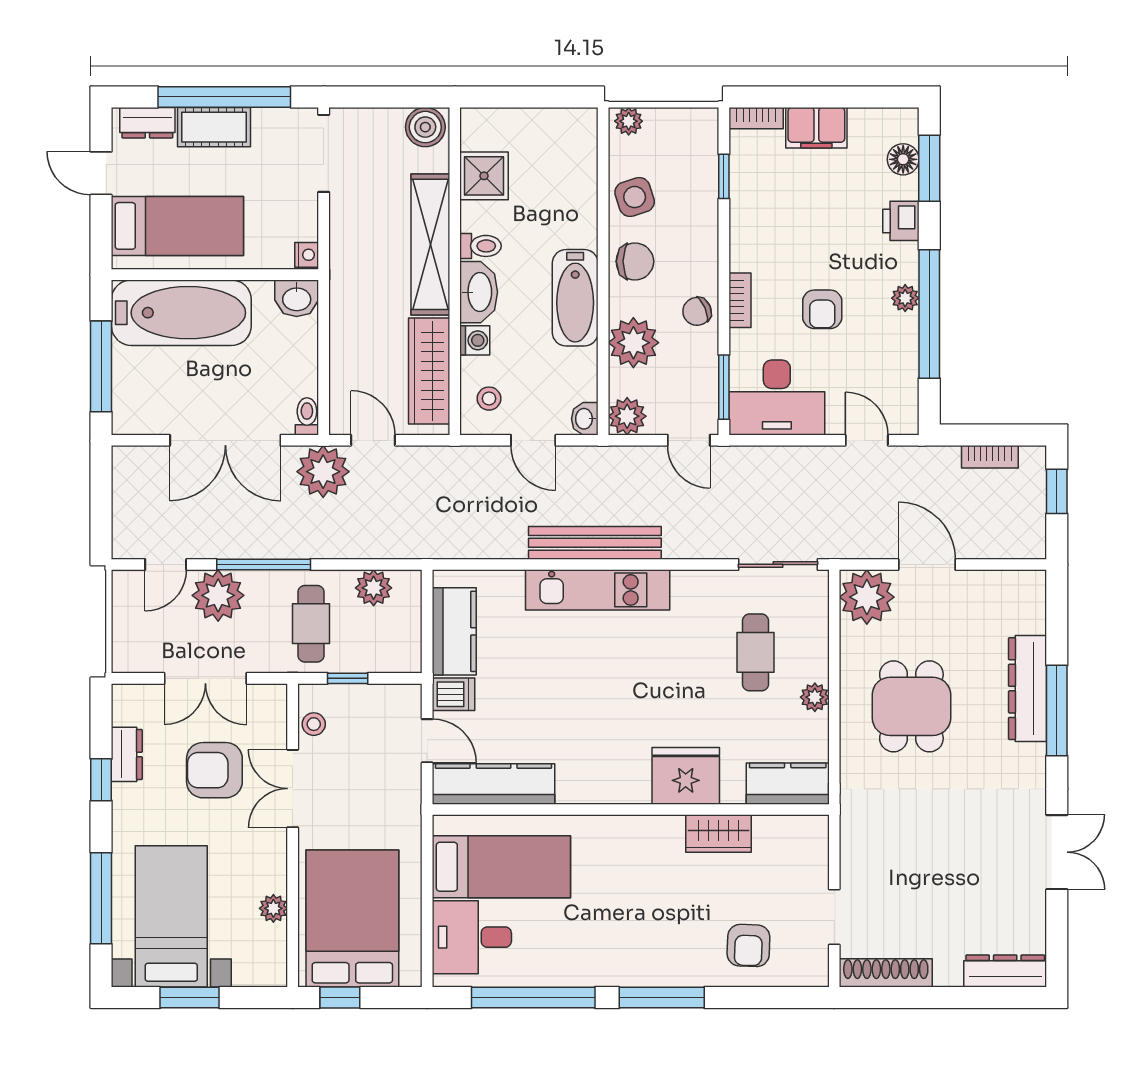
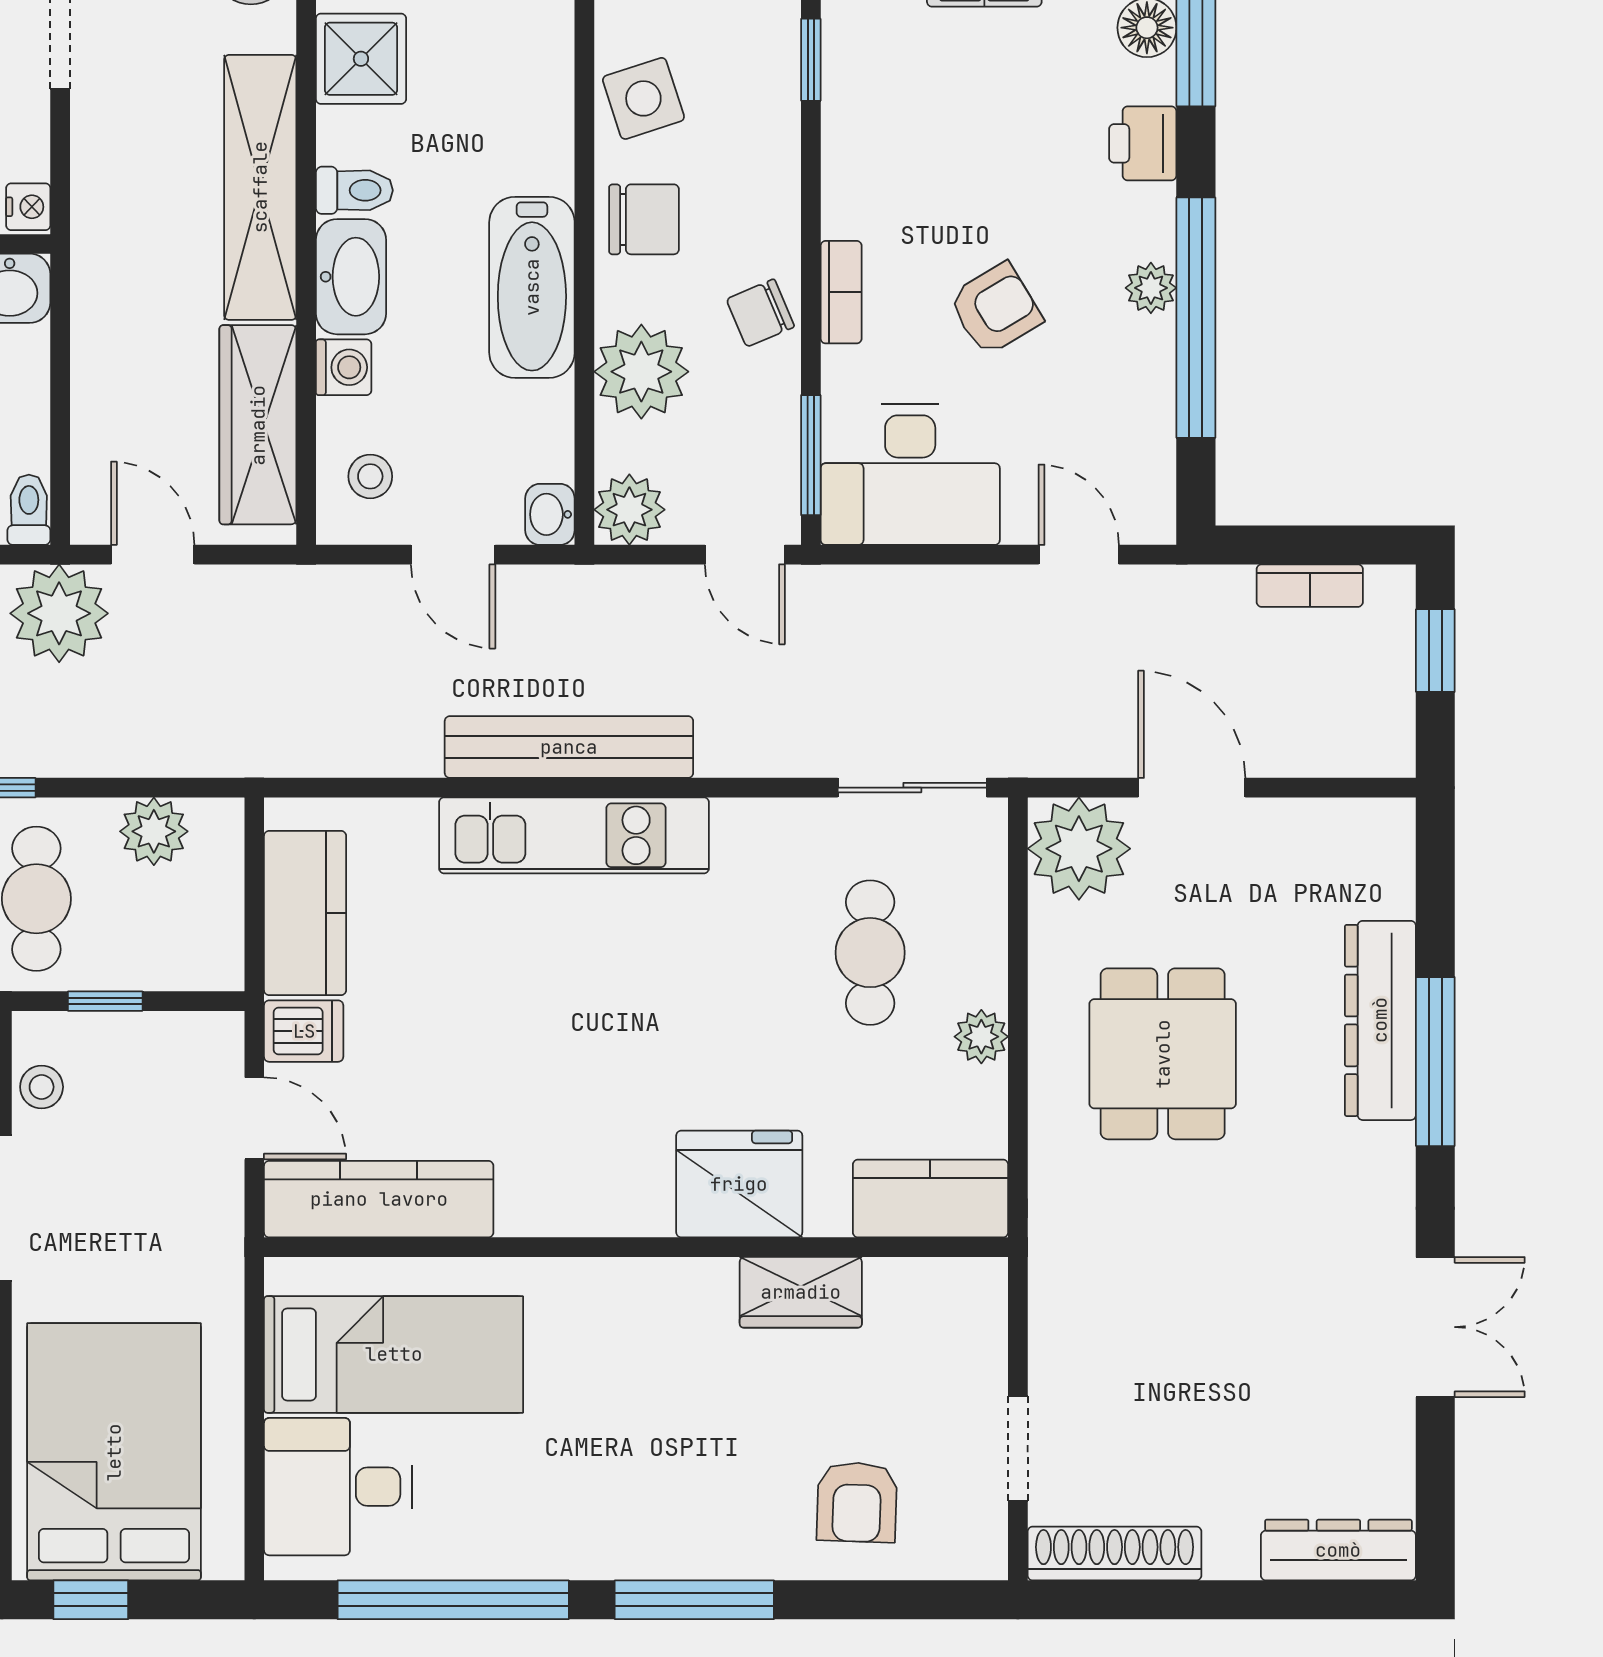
armchair: (822, 309) -> (995, 309), turned -121

